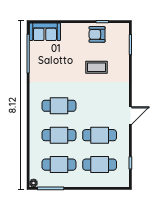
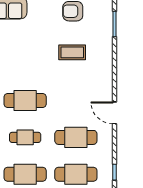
door: (130, 116) -> (114, 113), swing flipped
cafe table: (59, 135) -> (25, 137), width x0.73, depth x0.74

